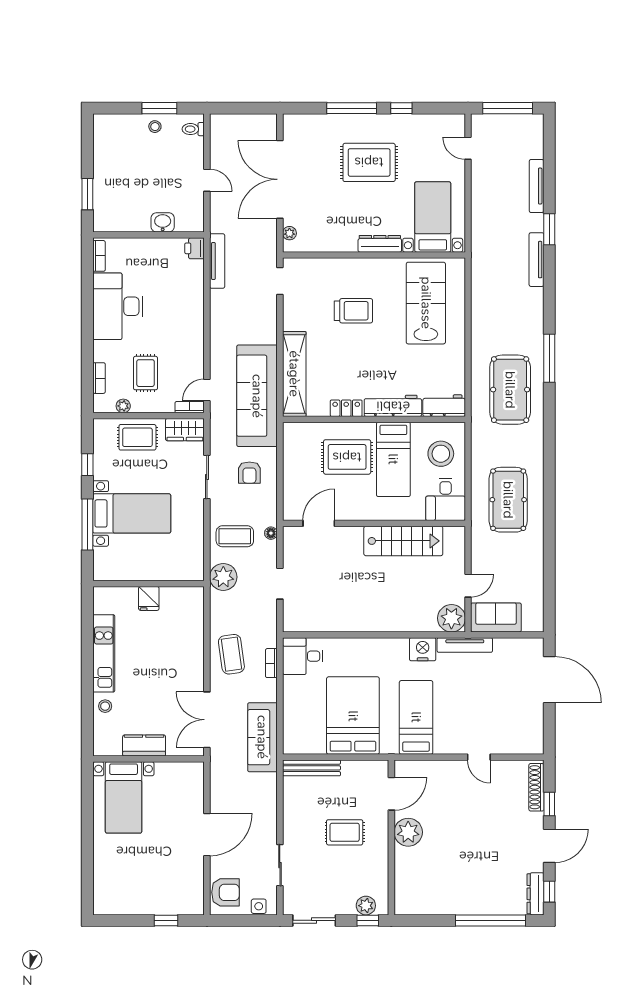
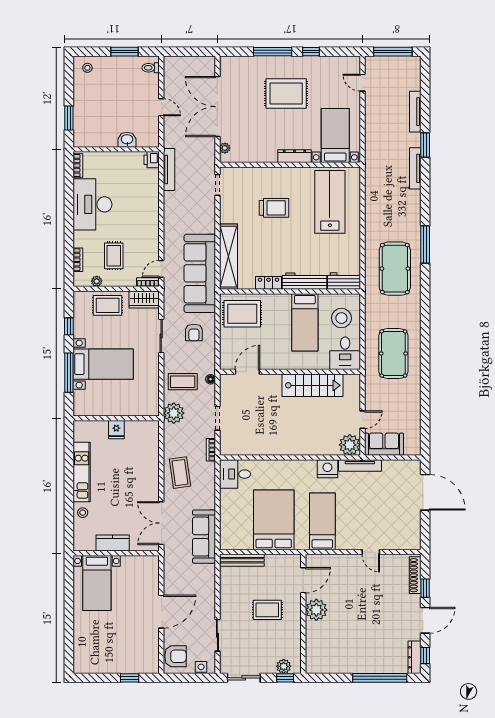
stool: (155, 127) -> (87, 68), moved
rug: (347, 457) -> (242, 314), moved
bookcase: (271, 663) -> (211, 450), moved

